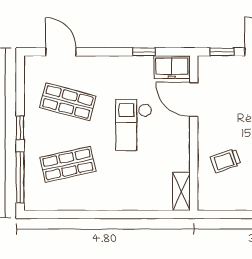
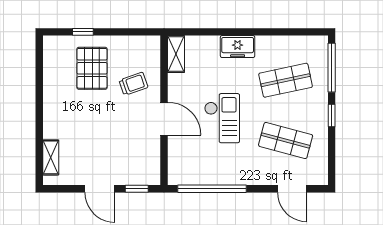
window: (144, 52) -> (212, 189), width x3.17
freezer: (172, 67) -> (238, 47), moved, turned 180
door: (194, 100) -> (164, 119), moved

